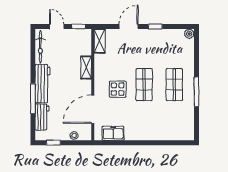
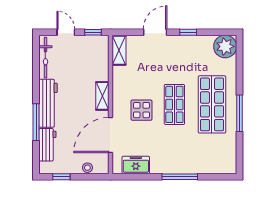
plant: (189, 34) -> (225, 46), width x1.87, depth x1.87
shelving: (86, 68) -> (102, 96), moved
shop shelf: (174, 85) -> (212, 104), width x1.43, depth x1.36
window: (148, 143) -> (180, 177), added

